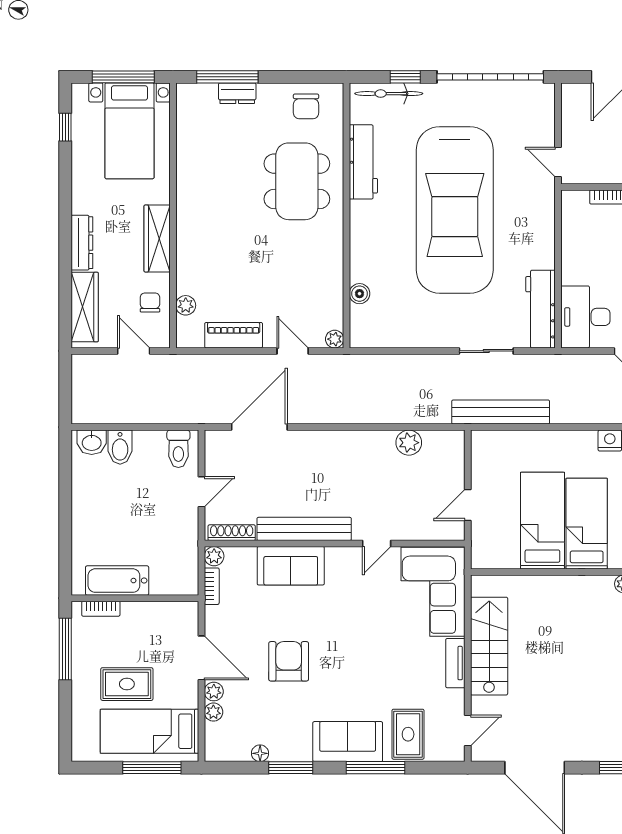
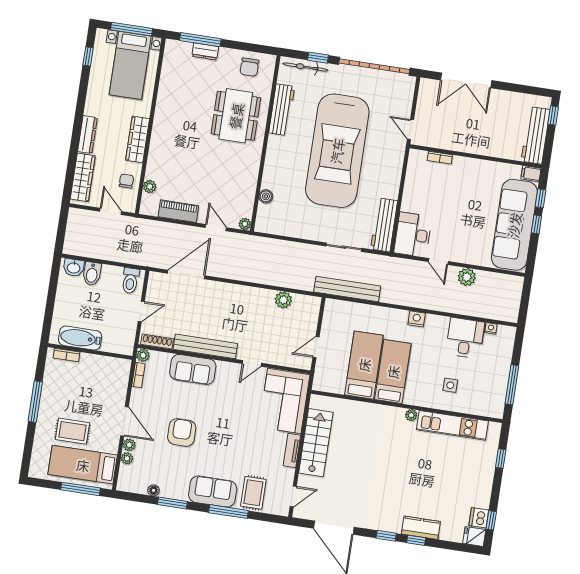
bathtub: (117, 581) -> (80, 338), moved
wall: (135, 598) -> (90, 352), moved
bookcase: (101, 609) -> (66, 355), moved

